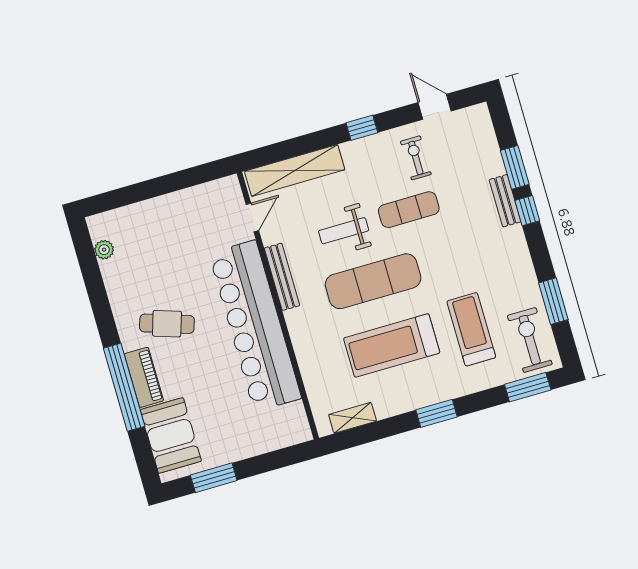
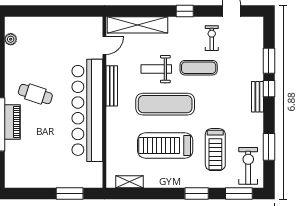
bench: (505, 201) -> (257, 97), moved
treadmill: (471, 329) -> (215, 150), turned 180
window: (436, 413) -> (197, 194), moved
booth: (171, 435) -> (18, 161), removed
window: (214, 478) -> (70, 194), moved

